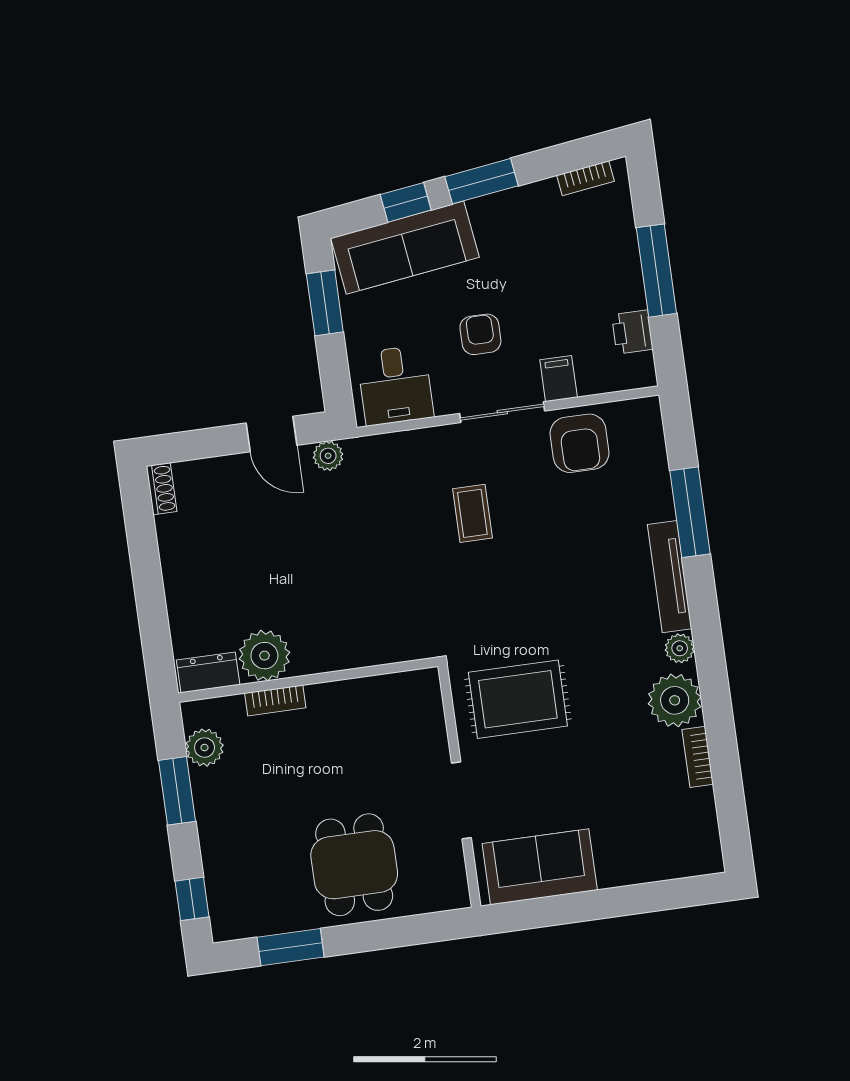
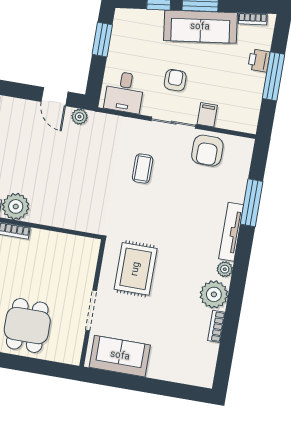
sofa: (405, 248) -> (200, 27), moved
printer: (632, 332) -> (259, 60), moved
rug: (518, 699) -> (136, 269), turned 90

